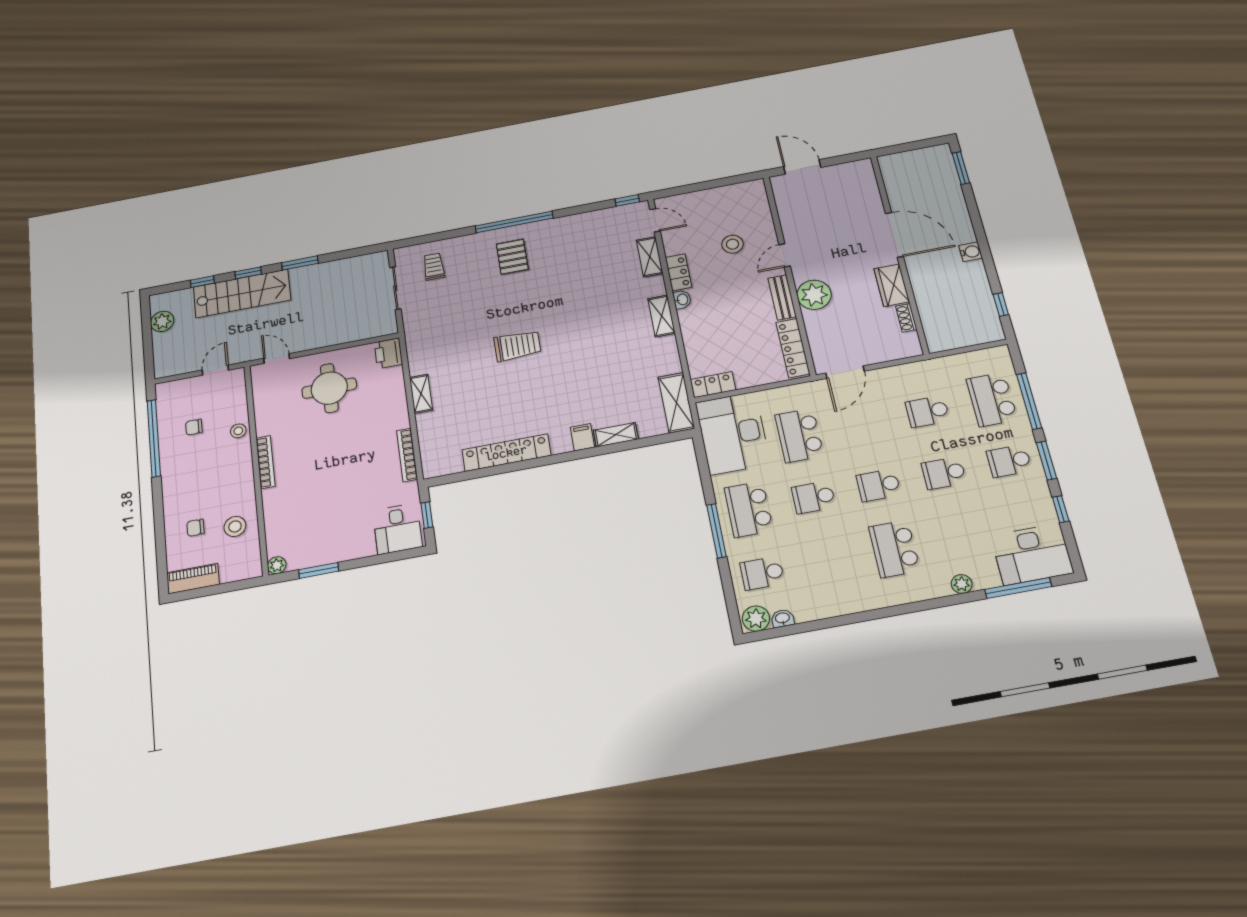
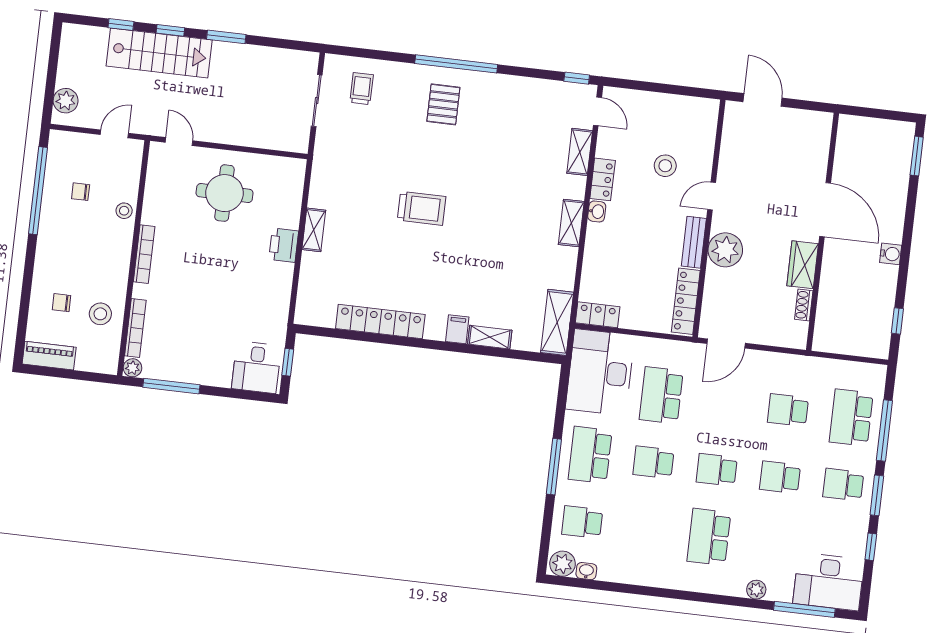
plant: (162, 321) -> (66, 101), moved
printer: (388, 353) -> (284, 245), moved
bookcase: (407, 455) -> (135, 328), moved, turned 180
window: (319, 570) -> (171, 386), width x1.44

